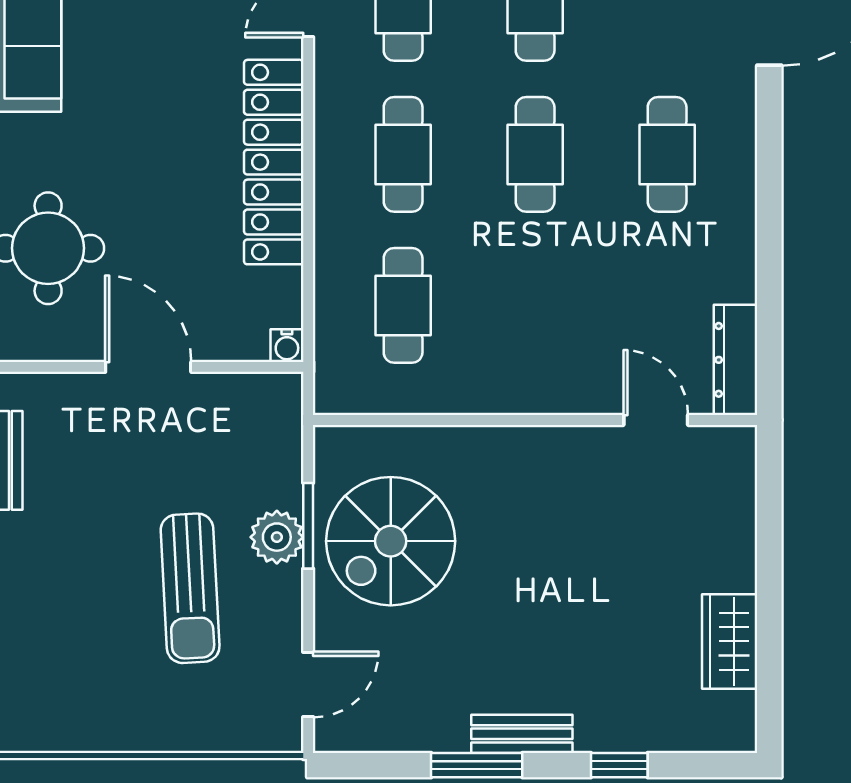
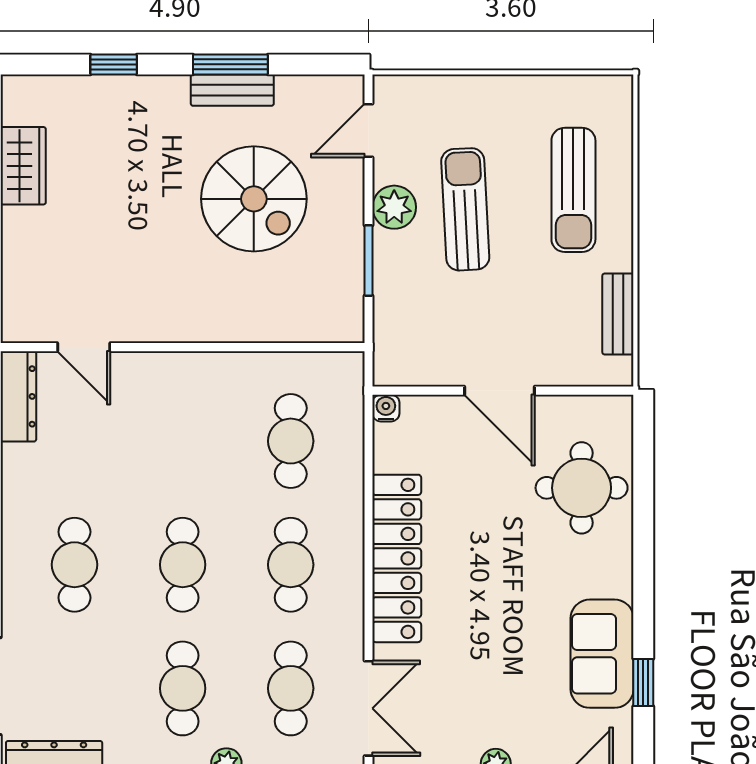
plant: (277, 537) -> (394, 207), moved
spiral stairs: (391, 541) -> (254, 199), moved, turned 90
sun lounger: (58, 612) -> (573, 190), added
bench: (522, 734) -> (232, 90), moved

